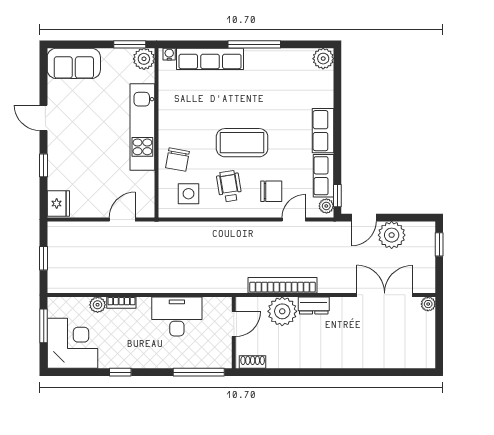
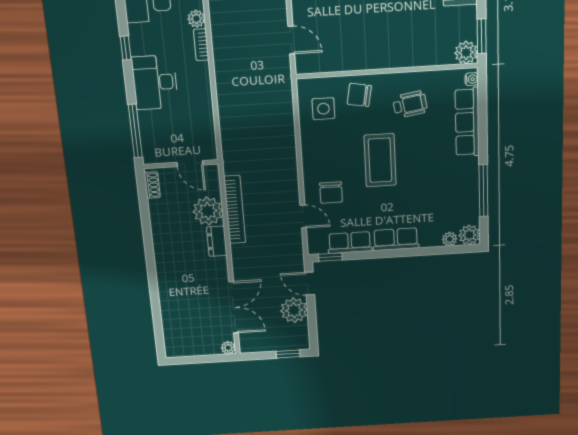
window: (254, 44) -> (483, 191), moved
kitchen unit: (142, 127) -> (393, 55), removed
wheelchair: (229, 186) -> (410, 104), moved
plant: (326, 206) -> (450, 239), moved
desk: (177, 316) -> (155, 82), moved, turned 180

